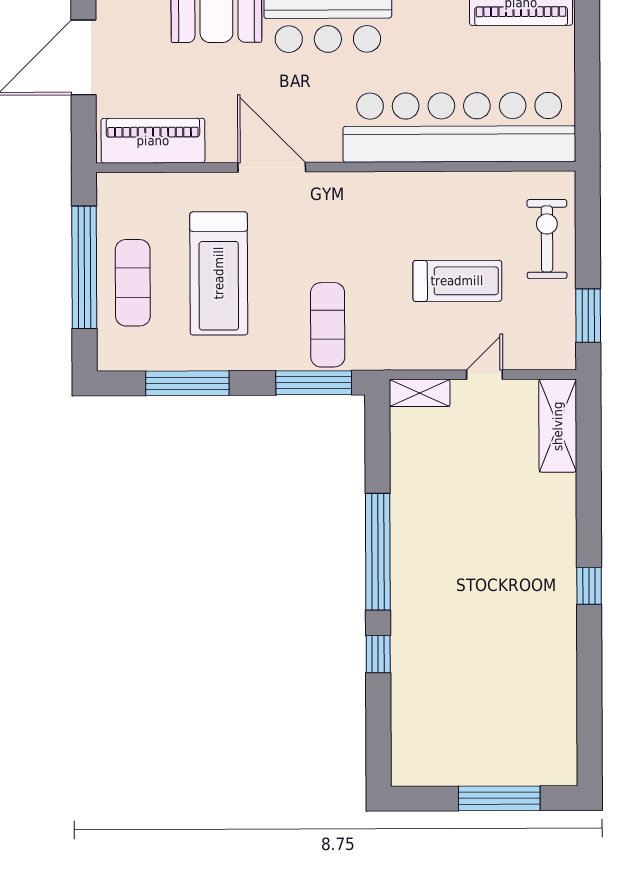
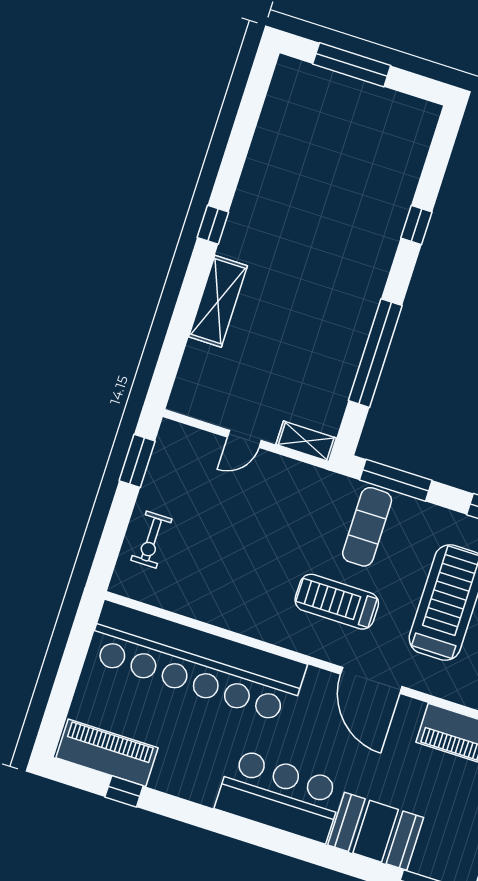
exercise bike: (547, 239) -> (151, 540), width x0.73, depth x0.72
treadmill: (457, 281) -> (337, 602), moved
shelving: (558, 426) -> (218, 301), moved
window: (378, 552) -> (375, 353), moved

